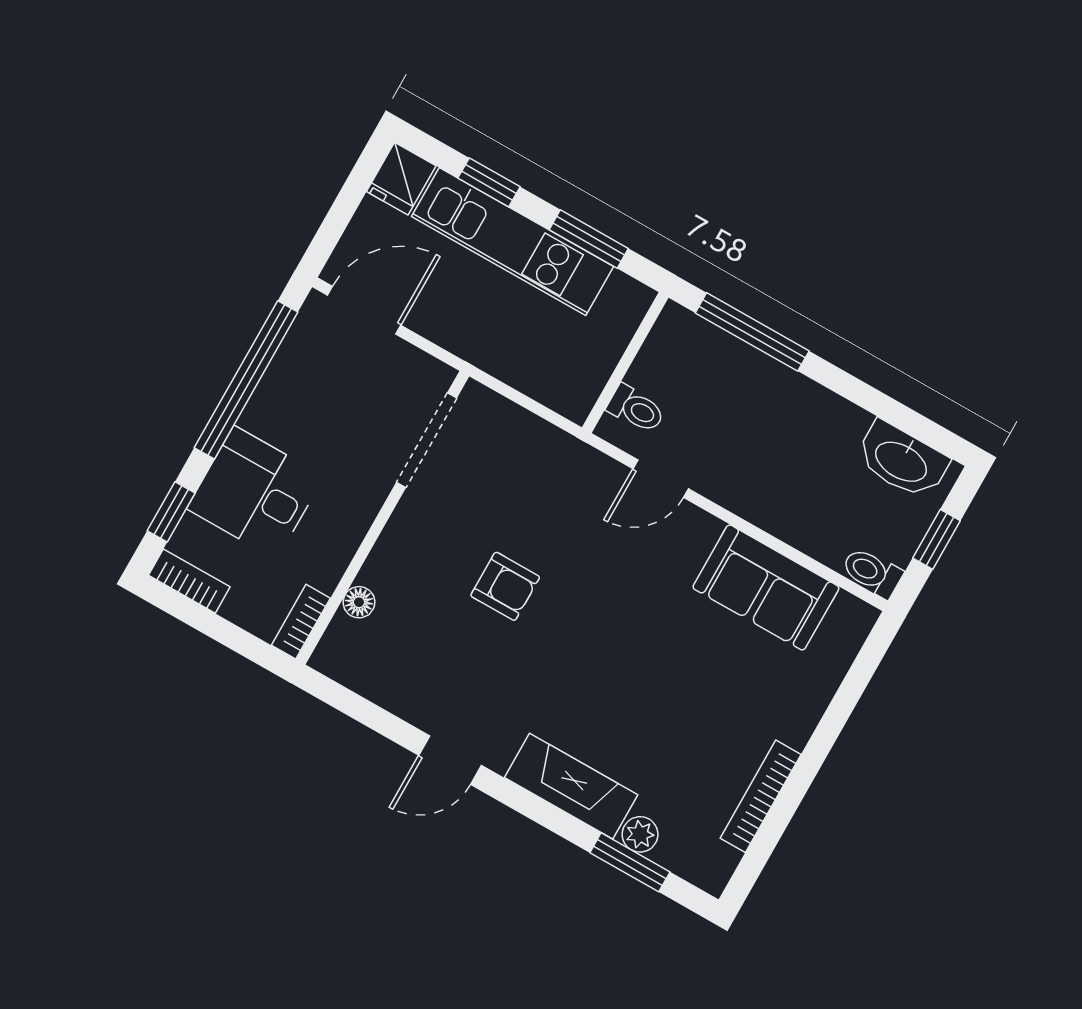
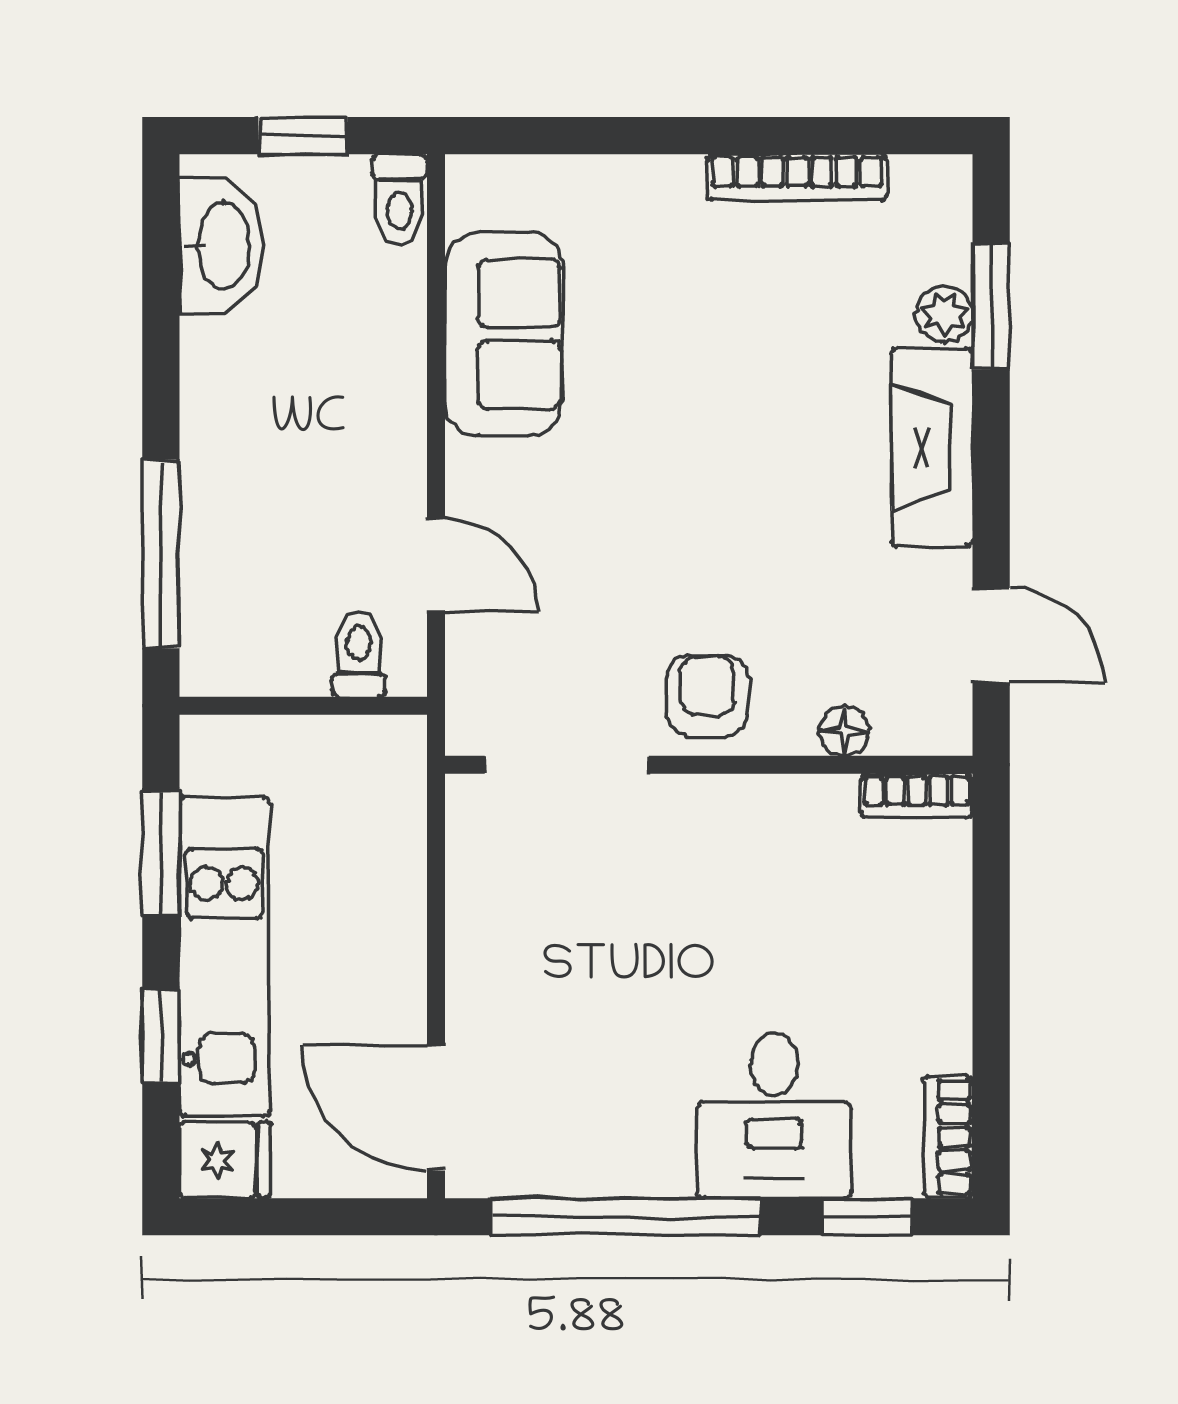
doorway: (427, 440) -> (567, 765), moved
wall: (382, 518) -> (709, 765), moved
floor lamp: (359, 602) -> (844, 731), moved
bookcase: (301, 622) -> (917, 796), moved

